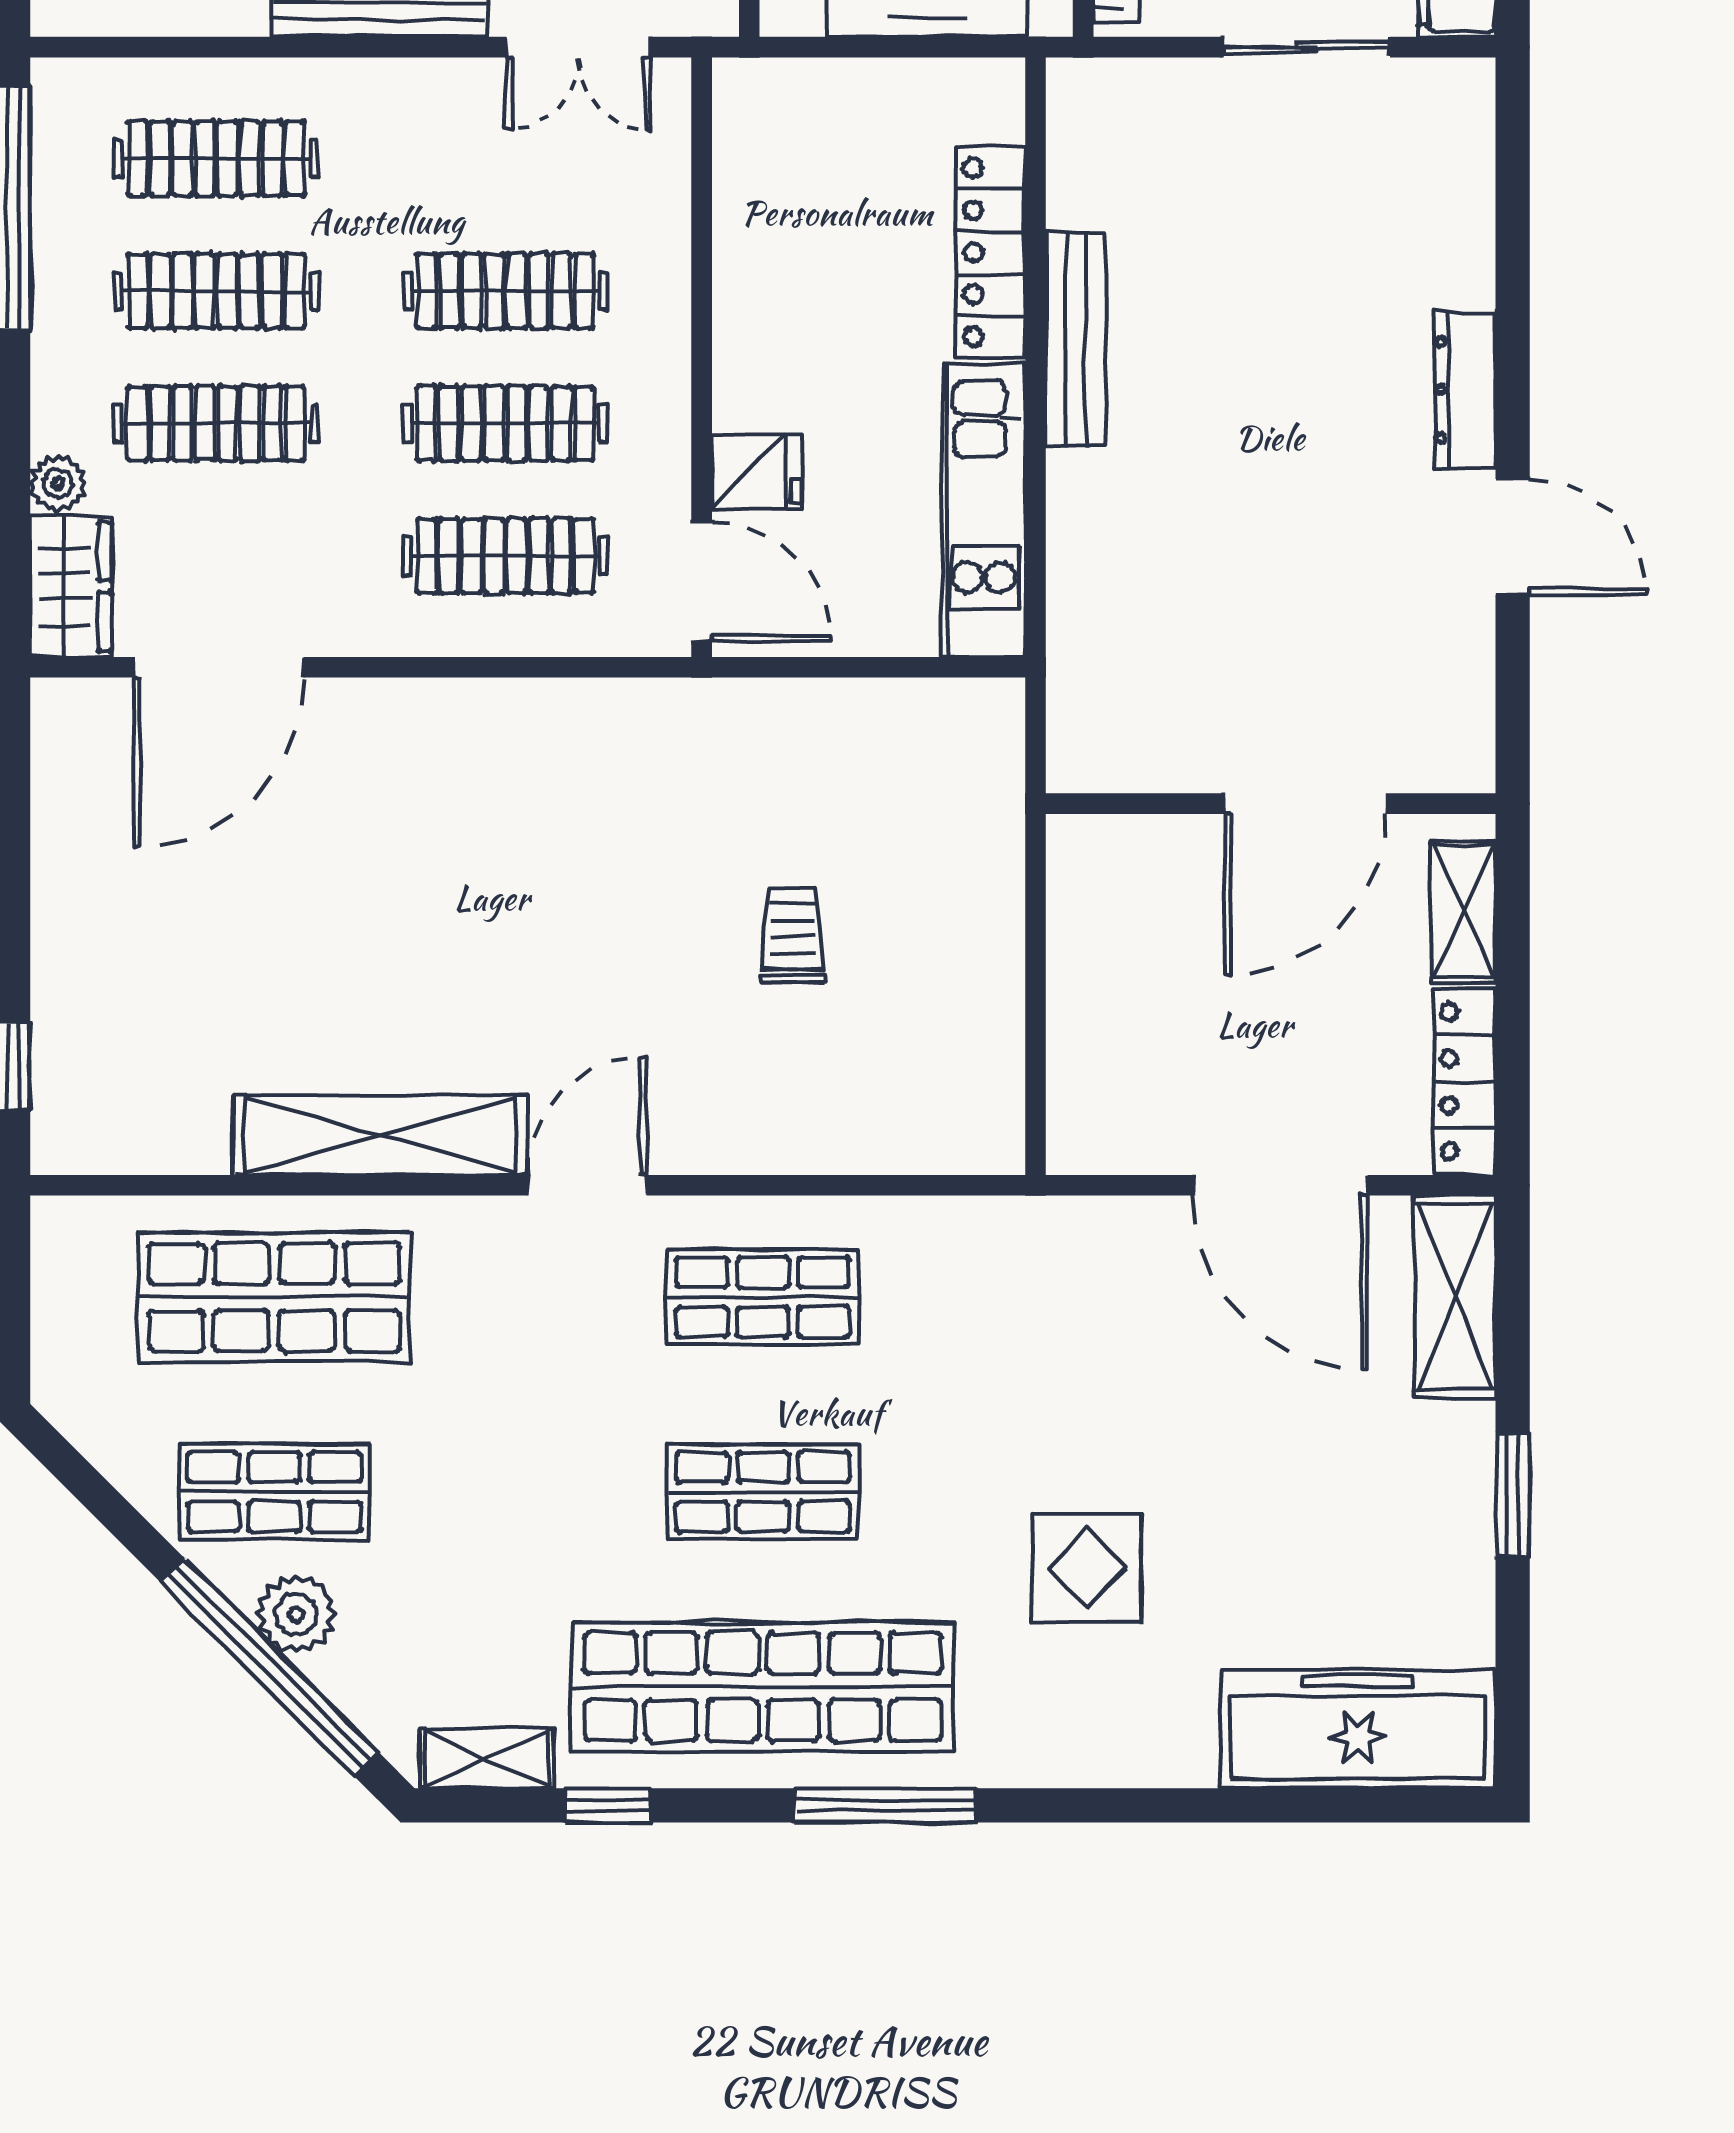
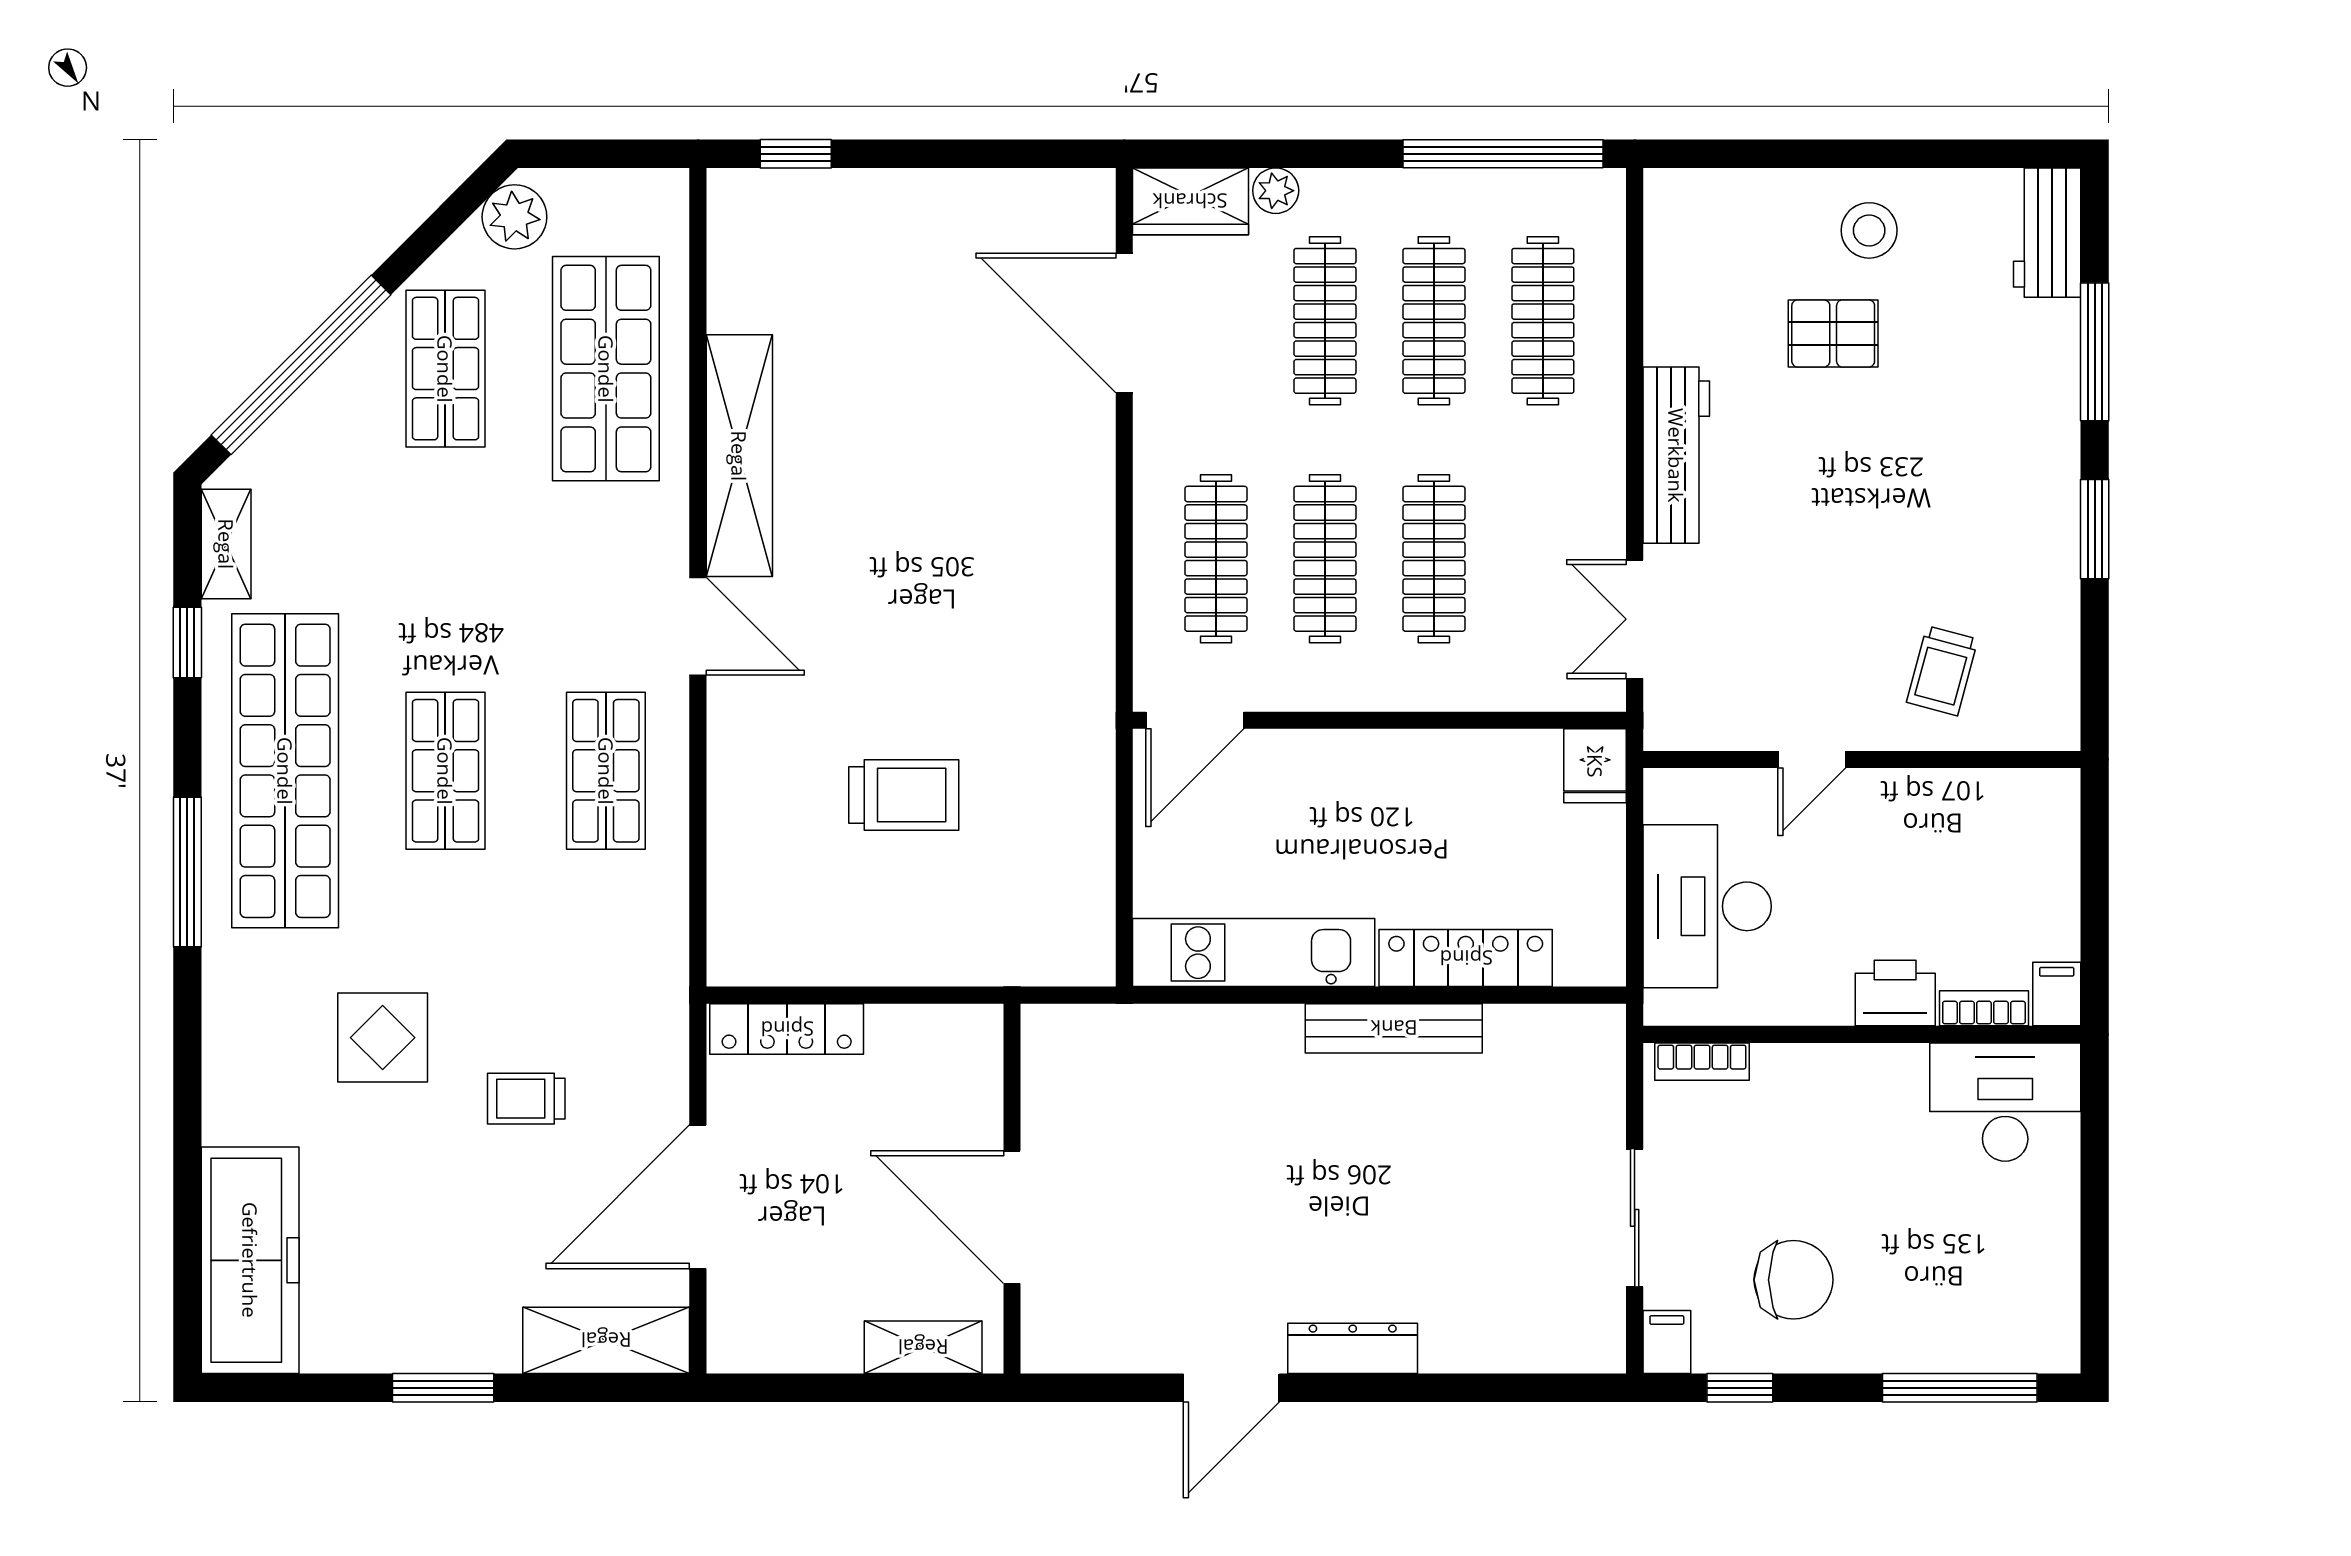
fridge: (757, 471) -> (1595, 766), moved
trolley: (792, 935) -> (904, 795), width x1.36, depth x1.39
locker: (1465, 1082) -> (787, 1029), moved, turned 180
trolley: (1161, 1394) -> (526, 1099), added
plant: (296, 1614) -> (514, 217), moved

